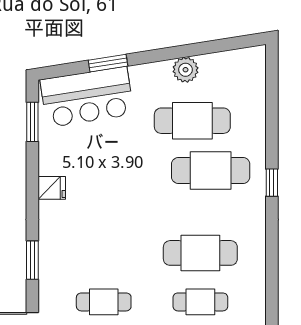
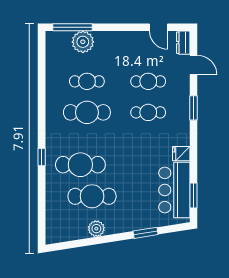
bar counter: (87, 97) -> (174, 190), moved, turned -81
cafe table: (104, 253) -> (148, 112), added

